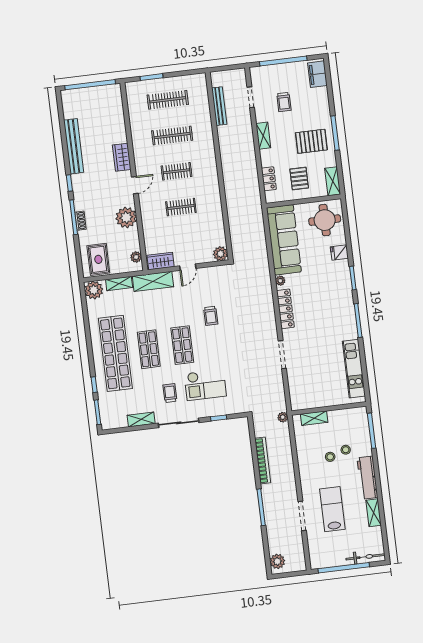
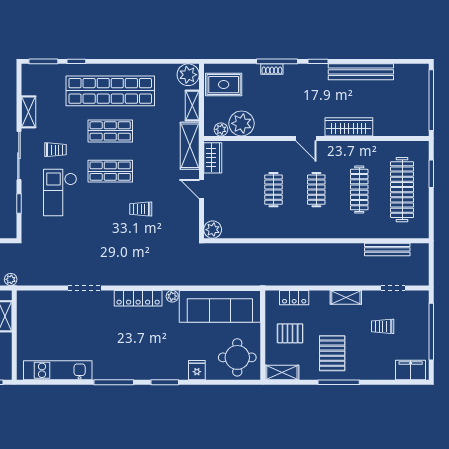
clothes rail: (168, 100) -> (402, 190), width x1.37, depth x1.31
wardrobe: (122, 157) -> (349, 127), width x1.50
plant: (126, 217) -> (241, 123), moved

